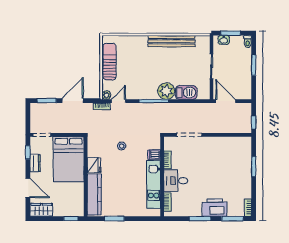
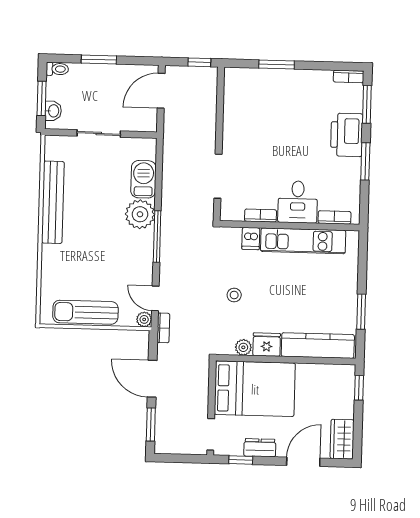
door: (226, 101) -> (161, 91), moved
plant: (92, 152) -> (243, 347), added

